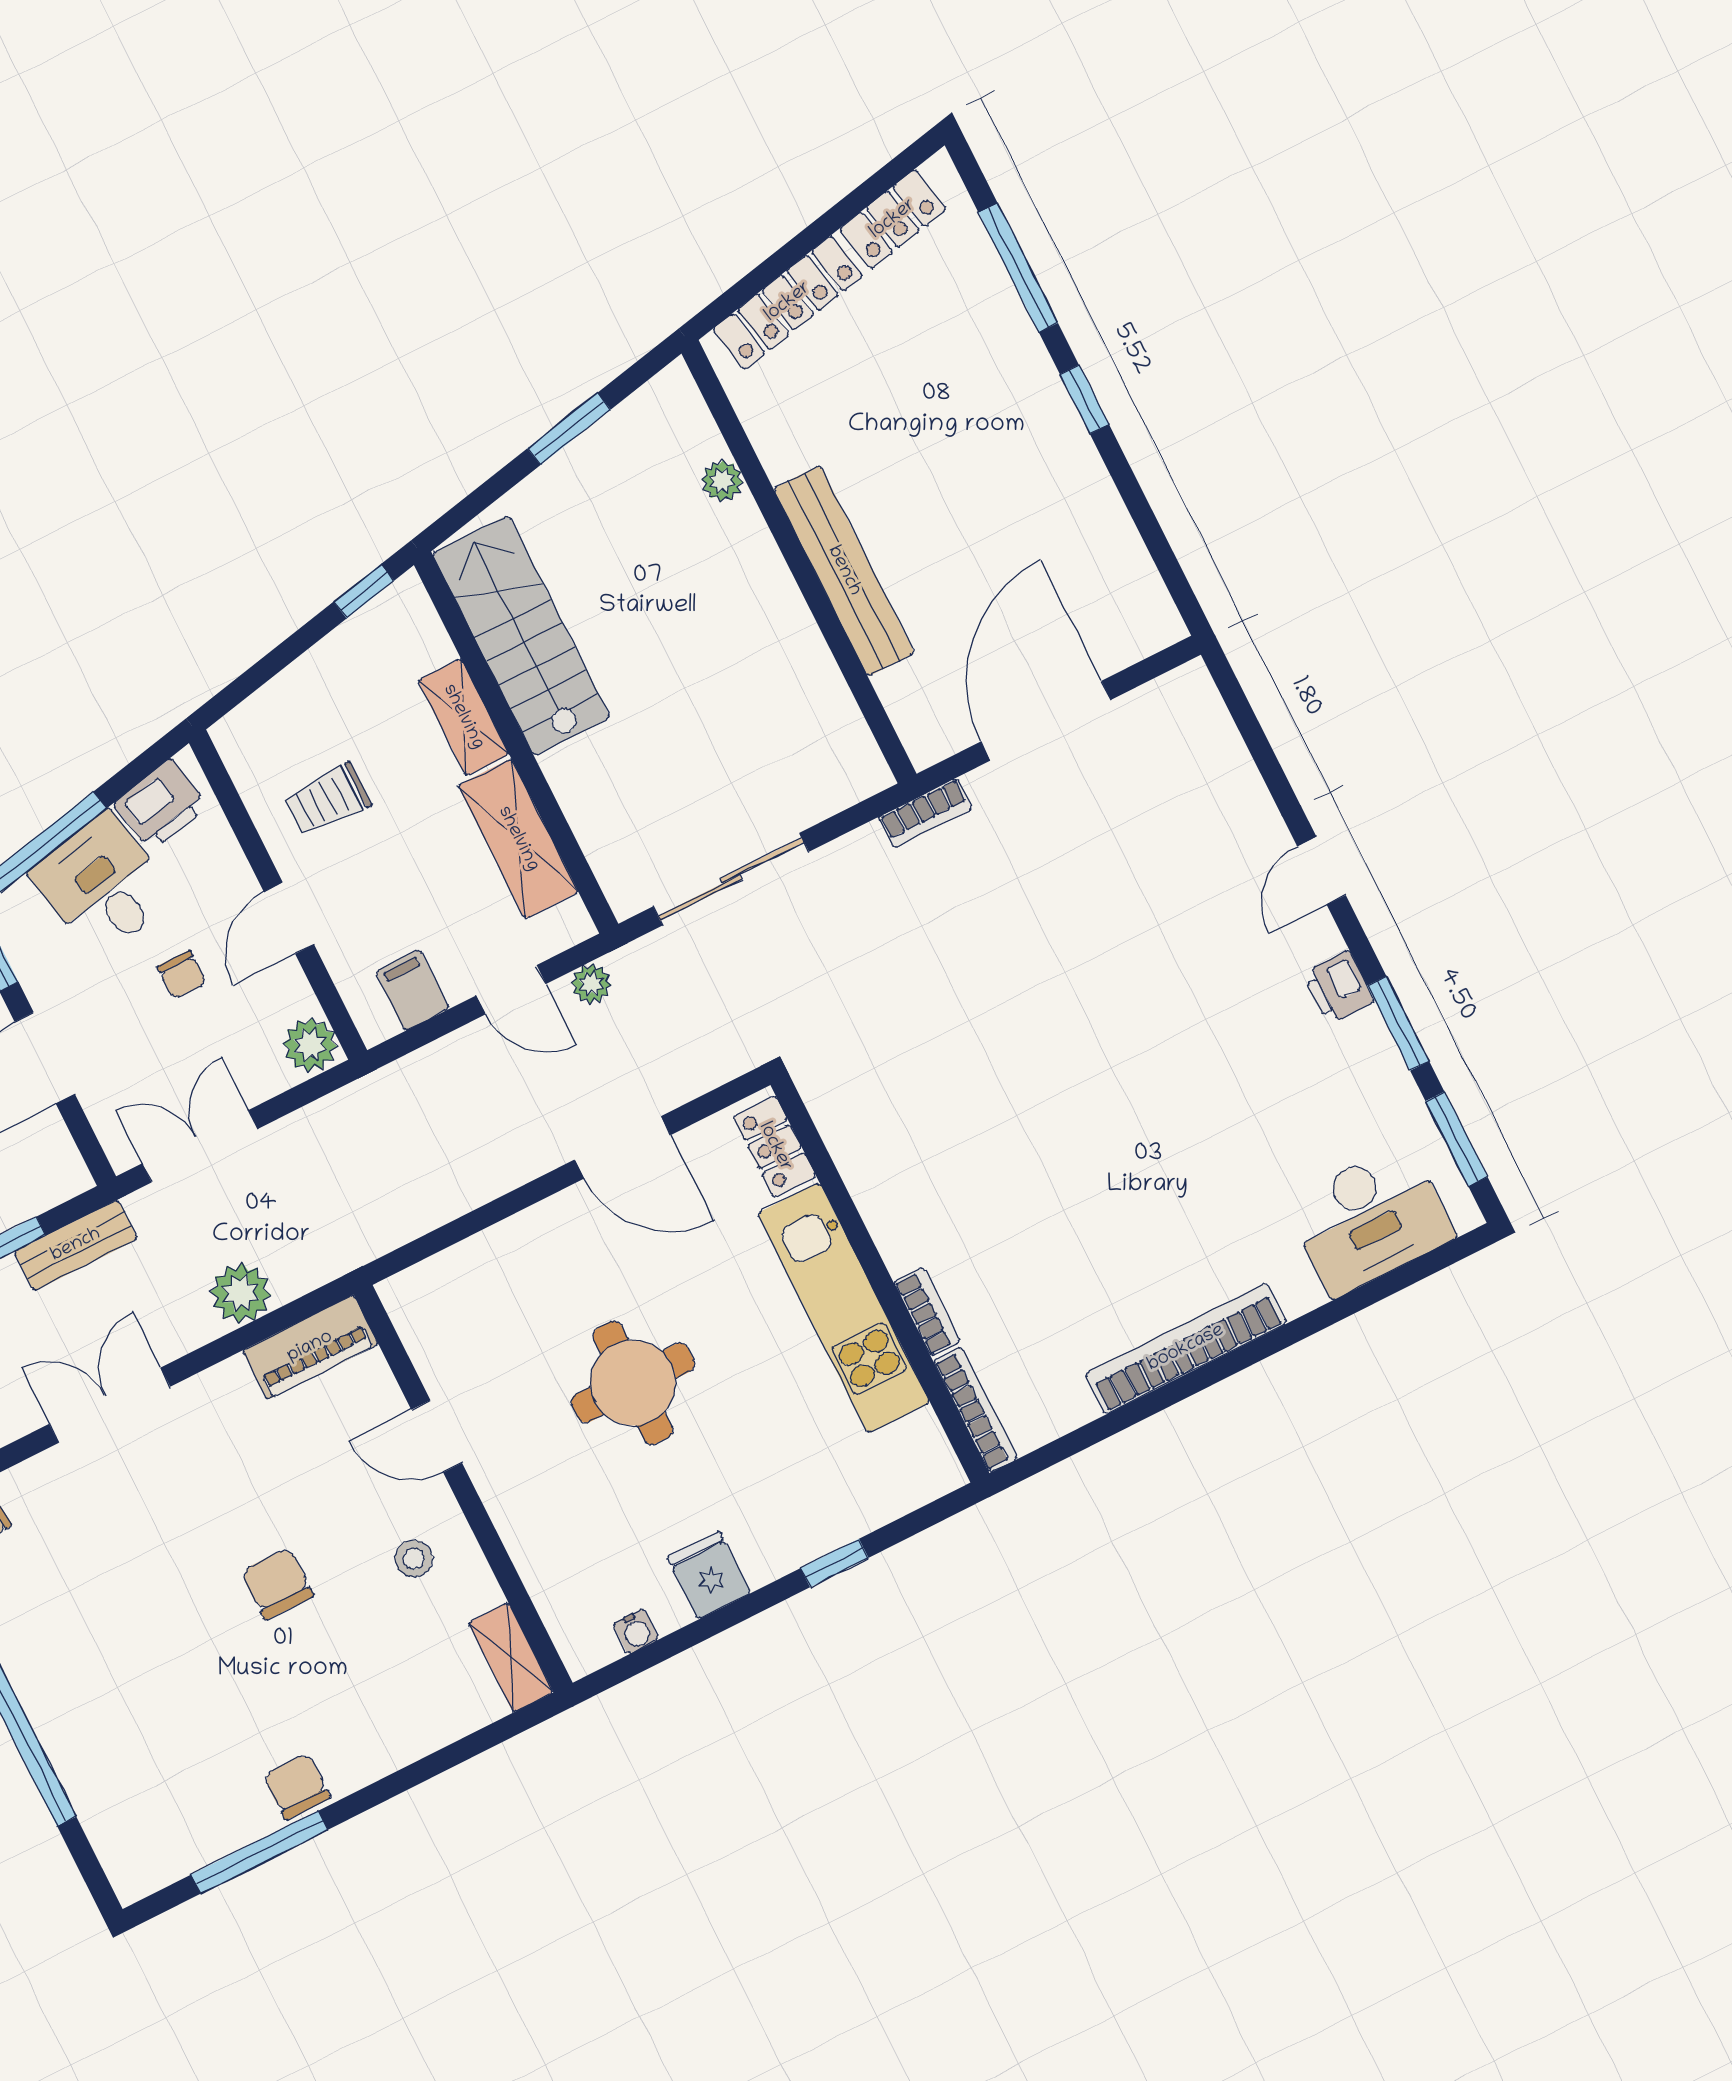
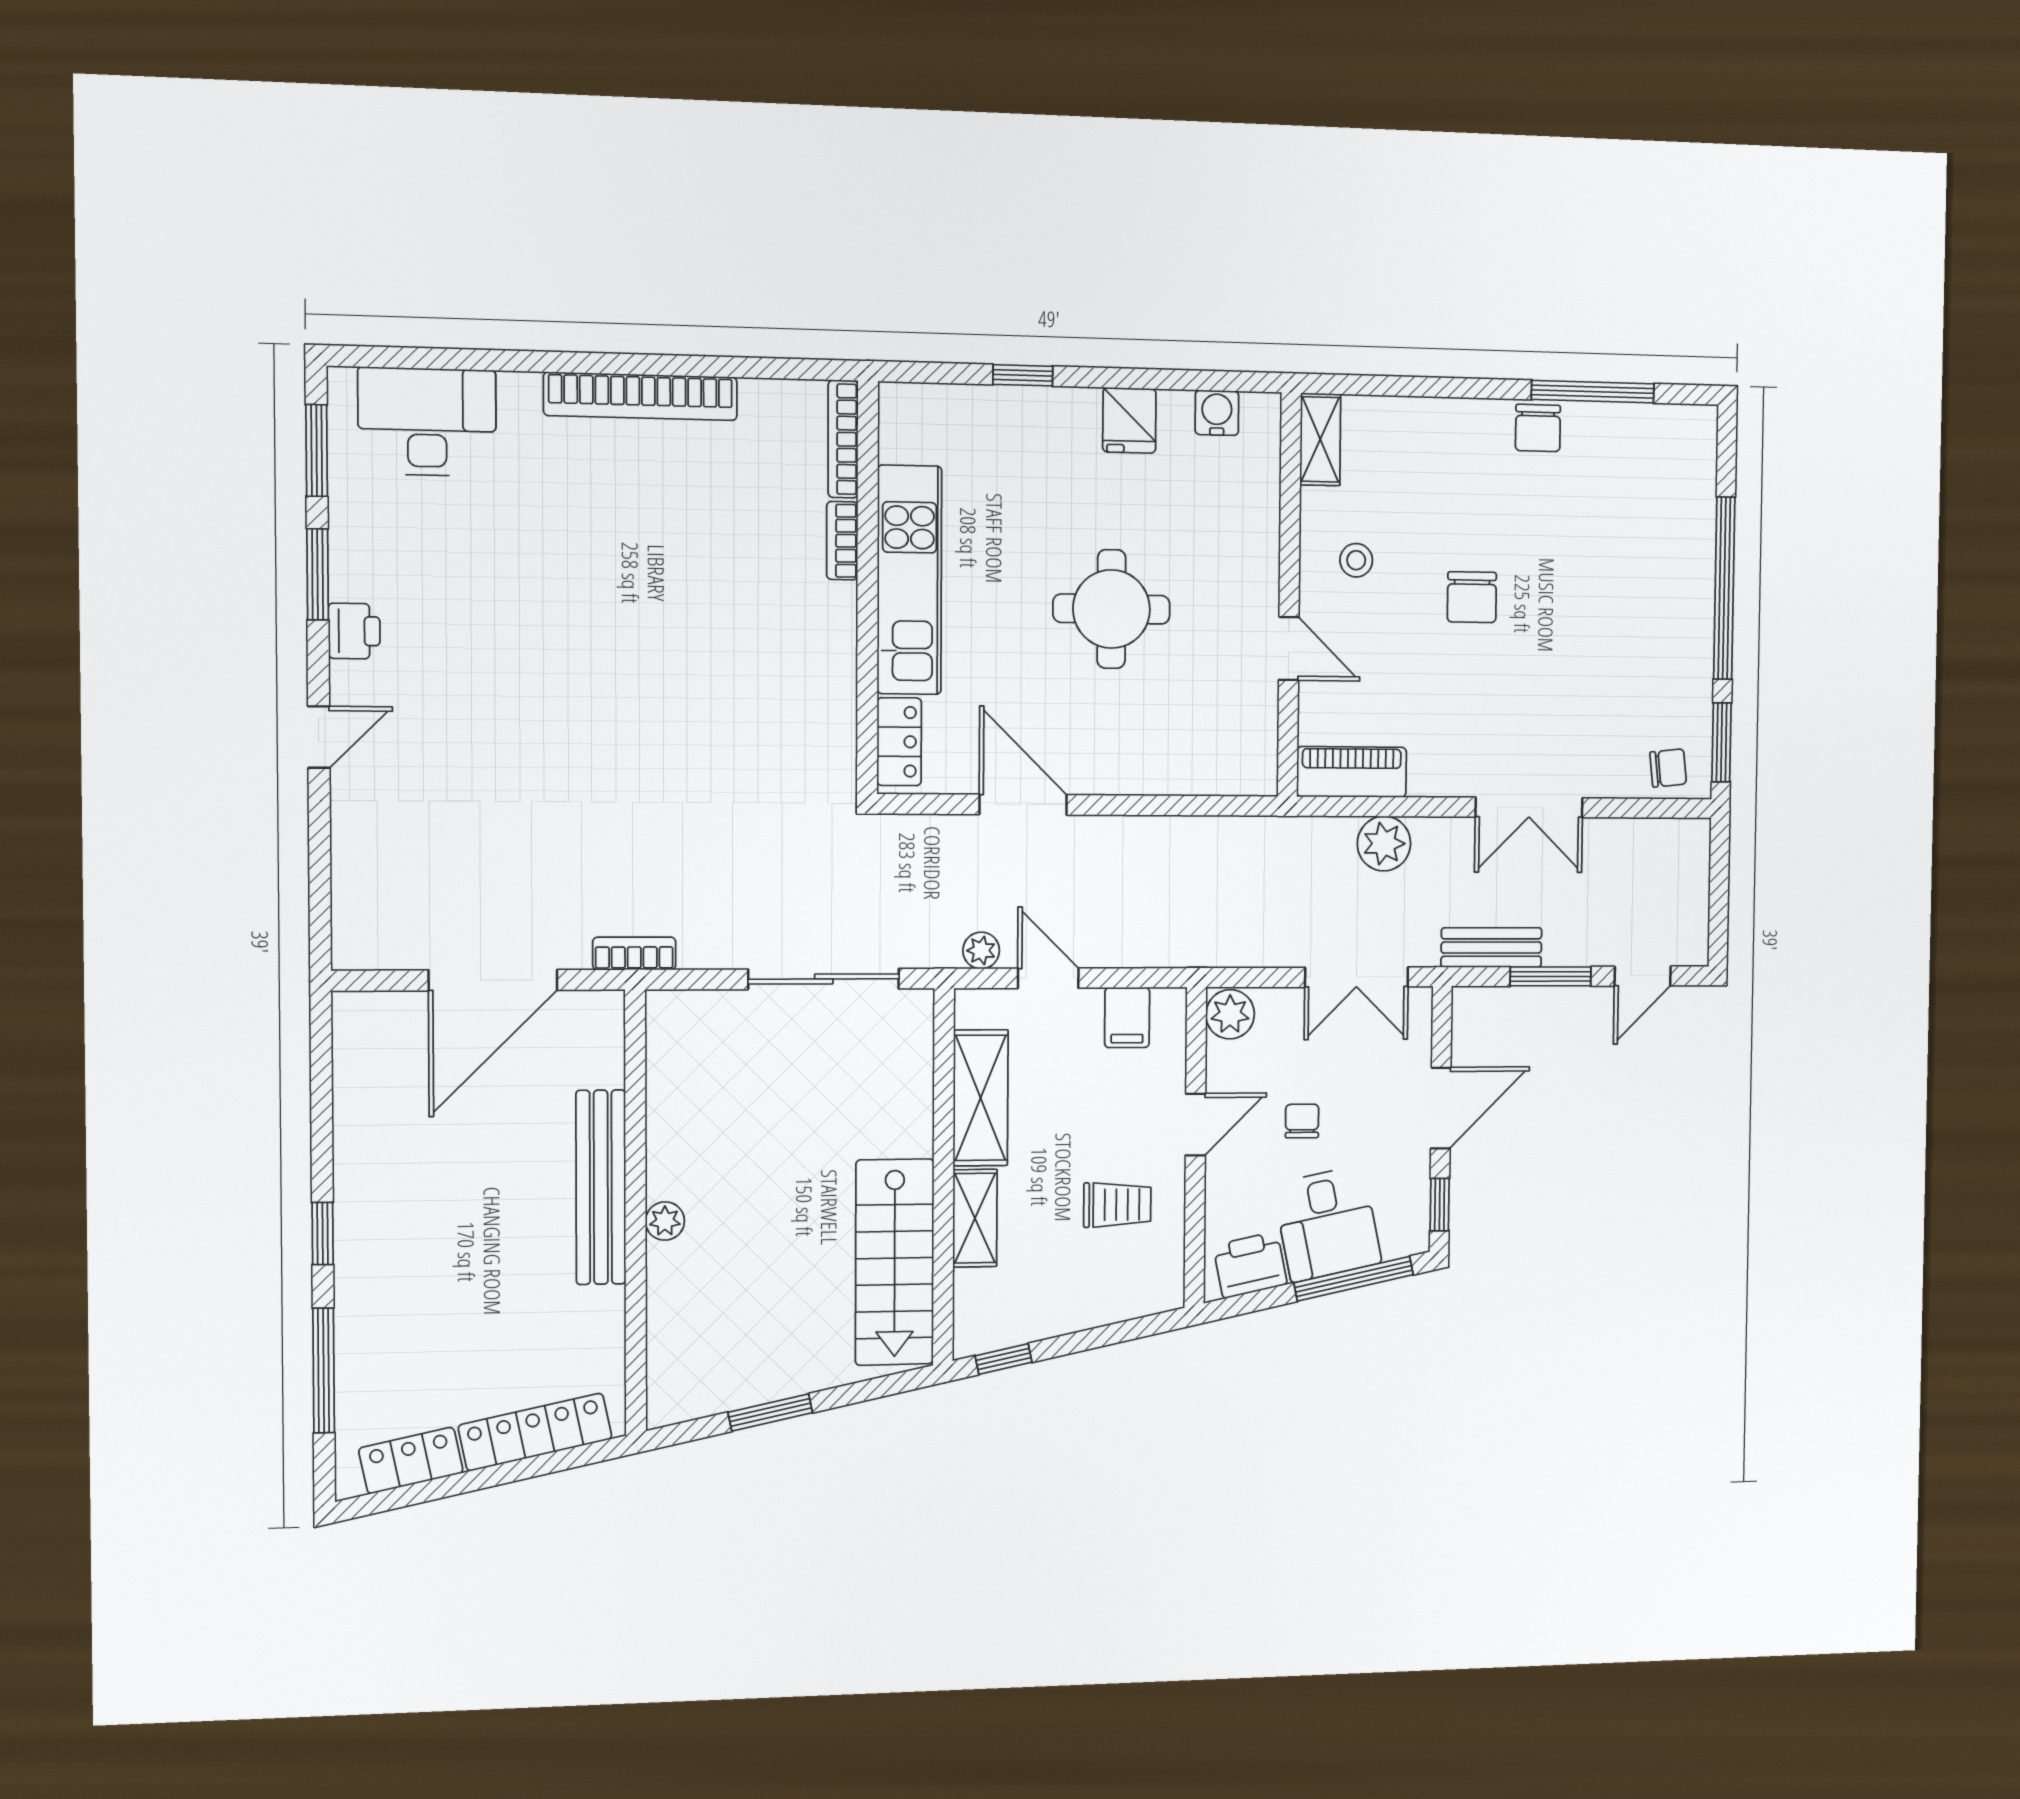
plant: (722, 481) -> (665, 1221), moved
water cooler: (636, 1631) -> (1217, 413), width x1.38, depth x1.38

